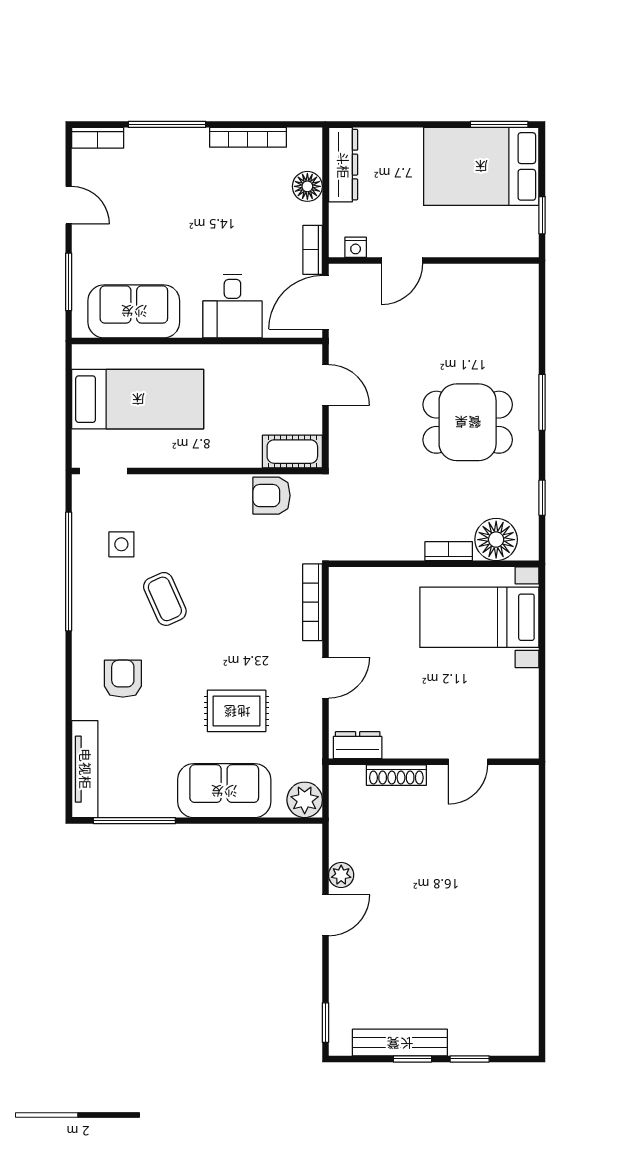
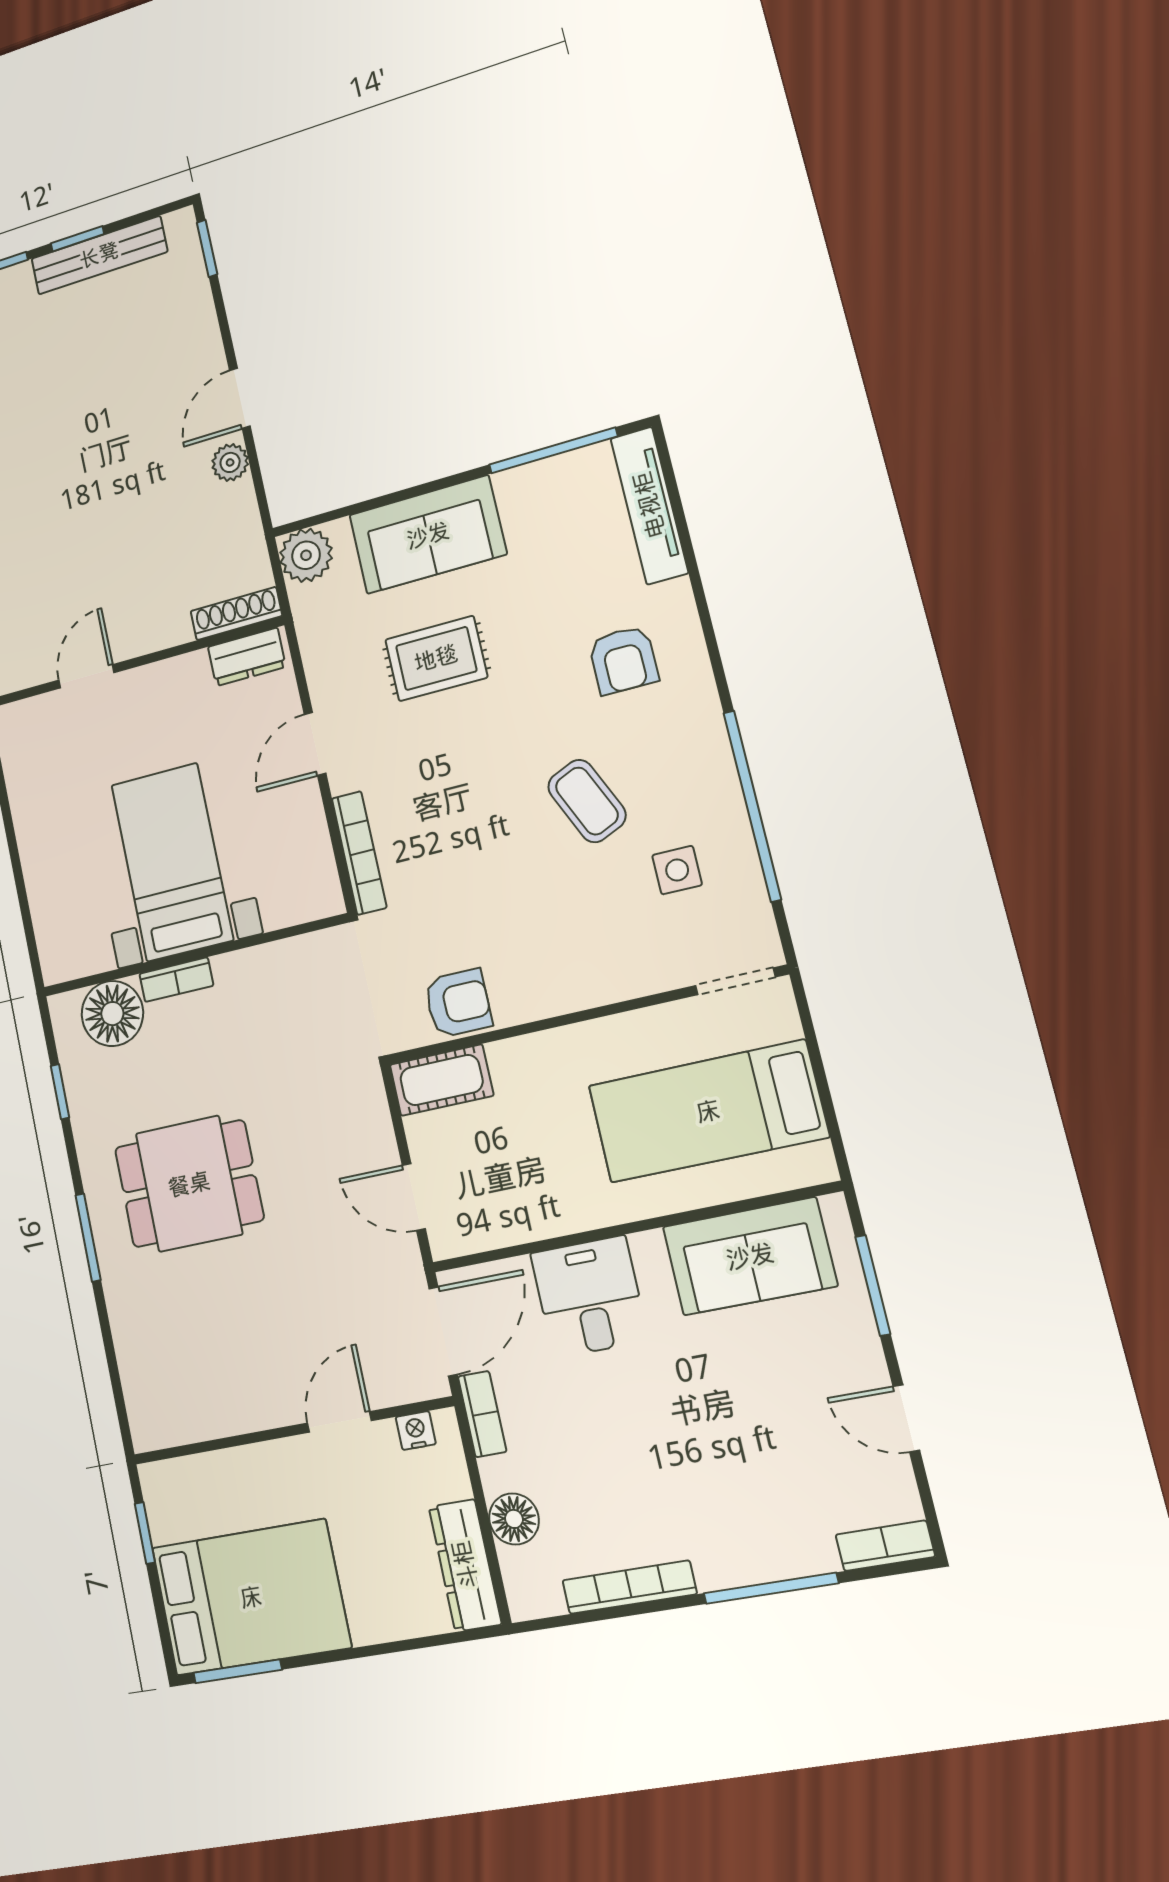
bed with nightstands: (479, 617) -> (172, 862), moved, turned -90
shoe rack: (396, 775) -> (236, 613), moved

